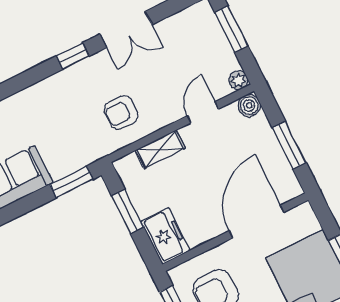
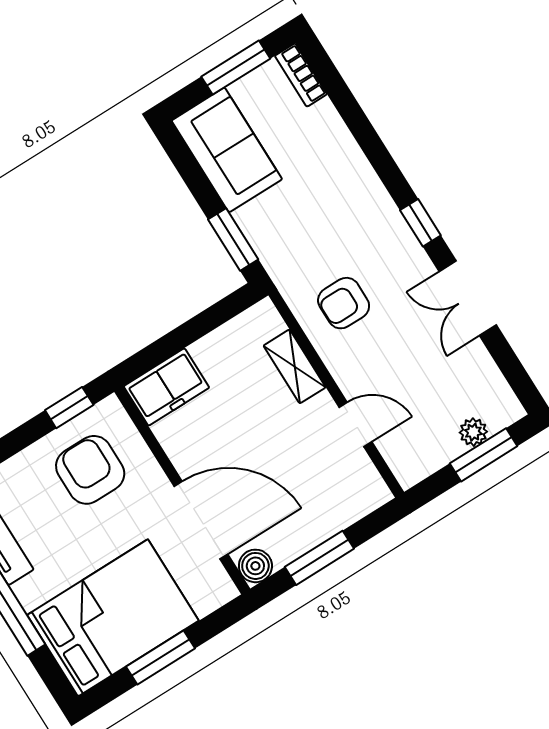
plant: (238, 80) -> (473, 432), moved
boiler: (249, 106) -> (255, 566), moved
armchair: (121, 112) -> (344, 303), turned -90
window: (128, 211) -> (197, 327), removed

